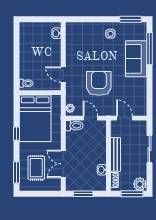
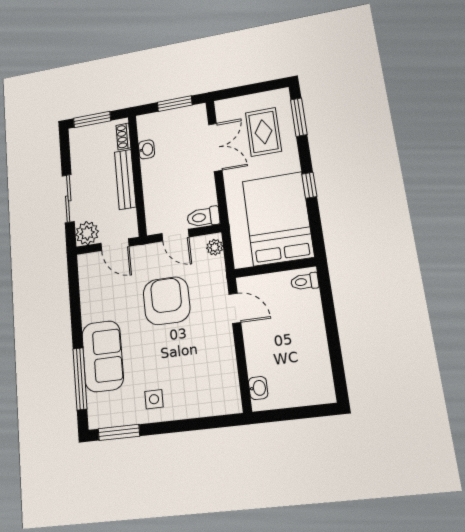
armchair: (99, 83) -> (167, 301), turned 180
plant: (140, 184) -> (87, 233), moved

